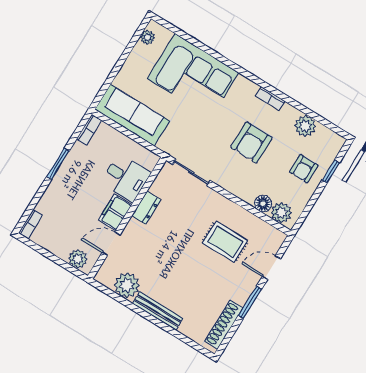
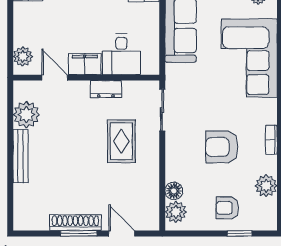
rug: (225, 242) -> (121, 141), moved
shoe rack: (224, 325) -> (75, 223), moved

